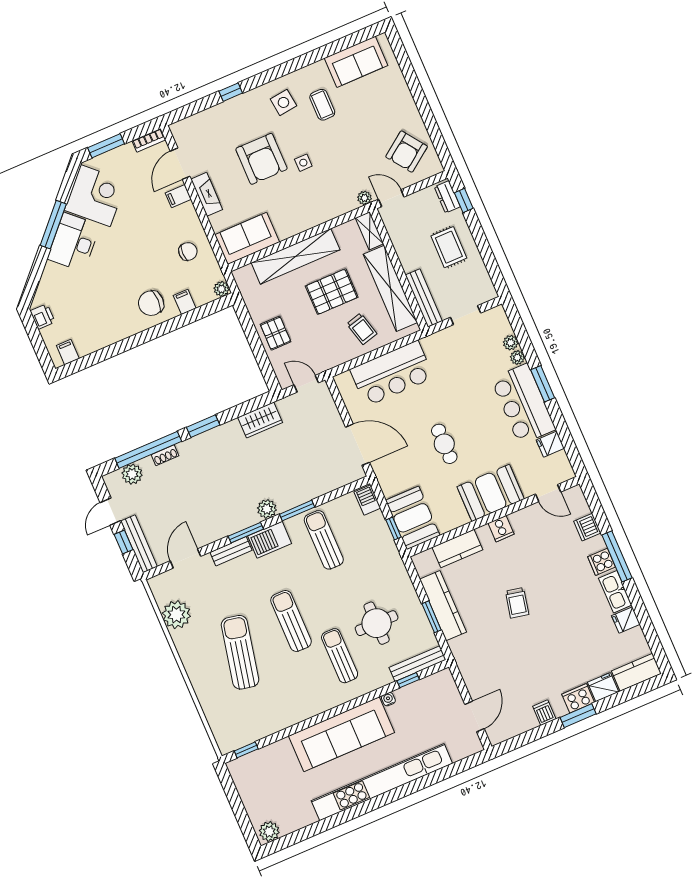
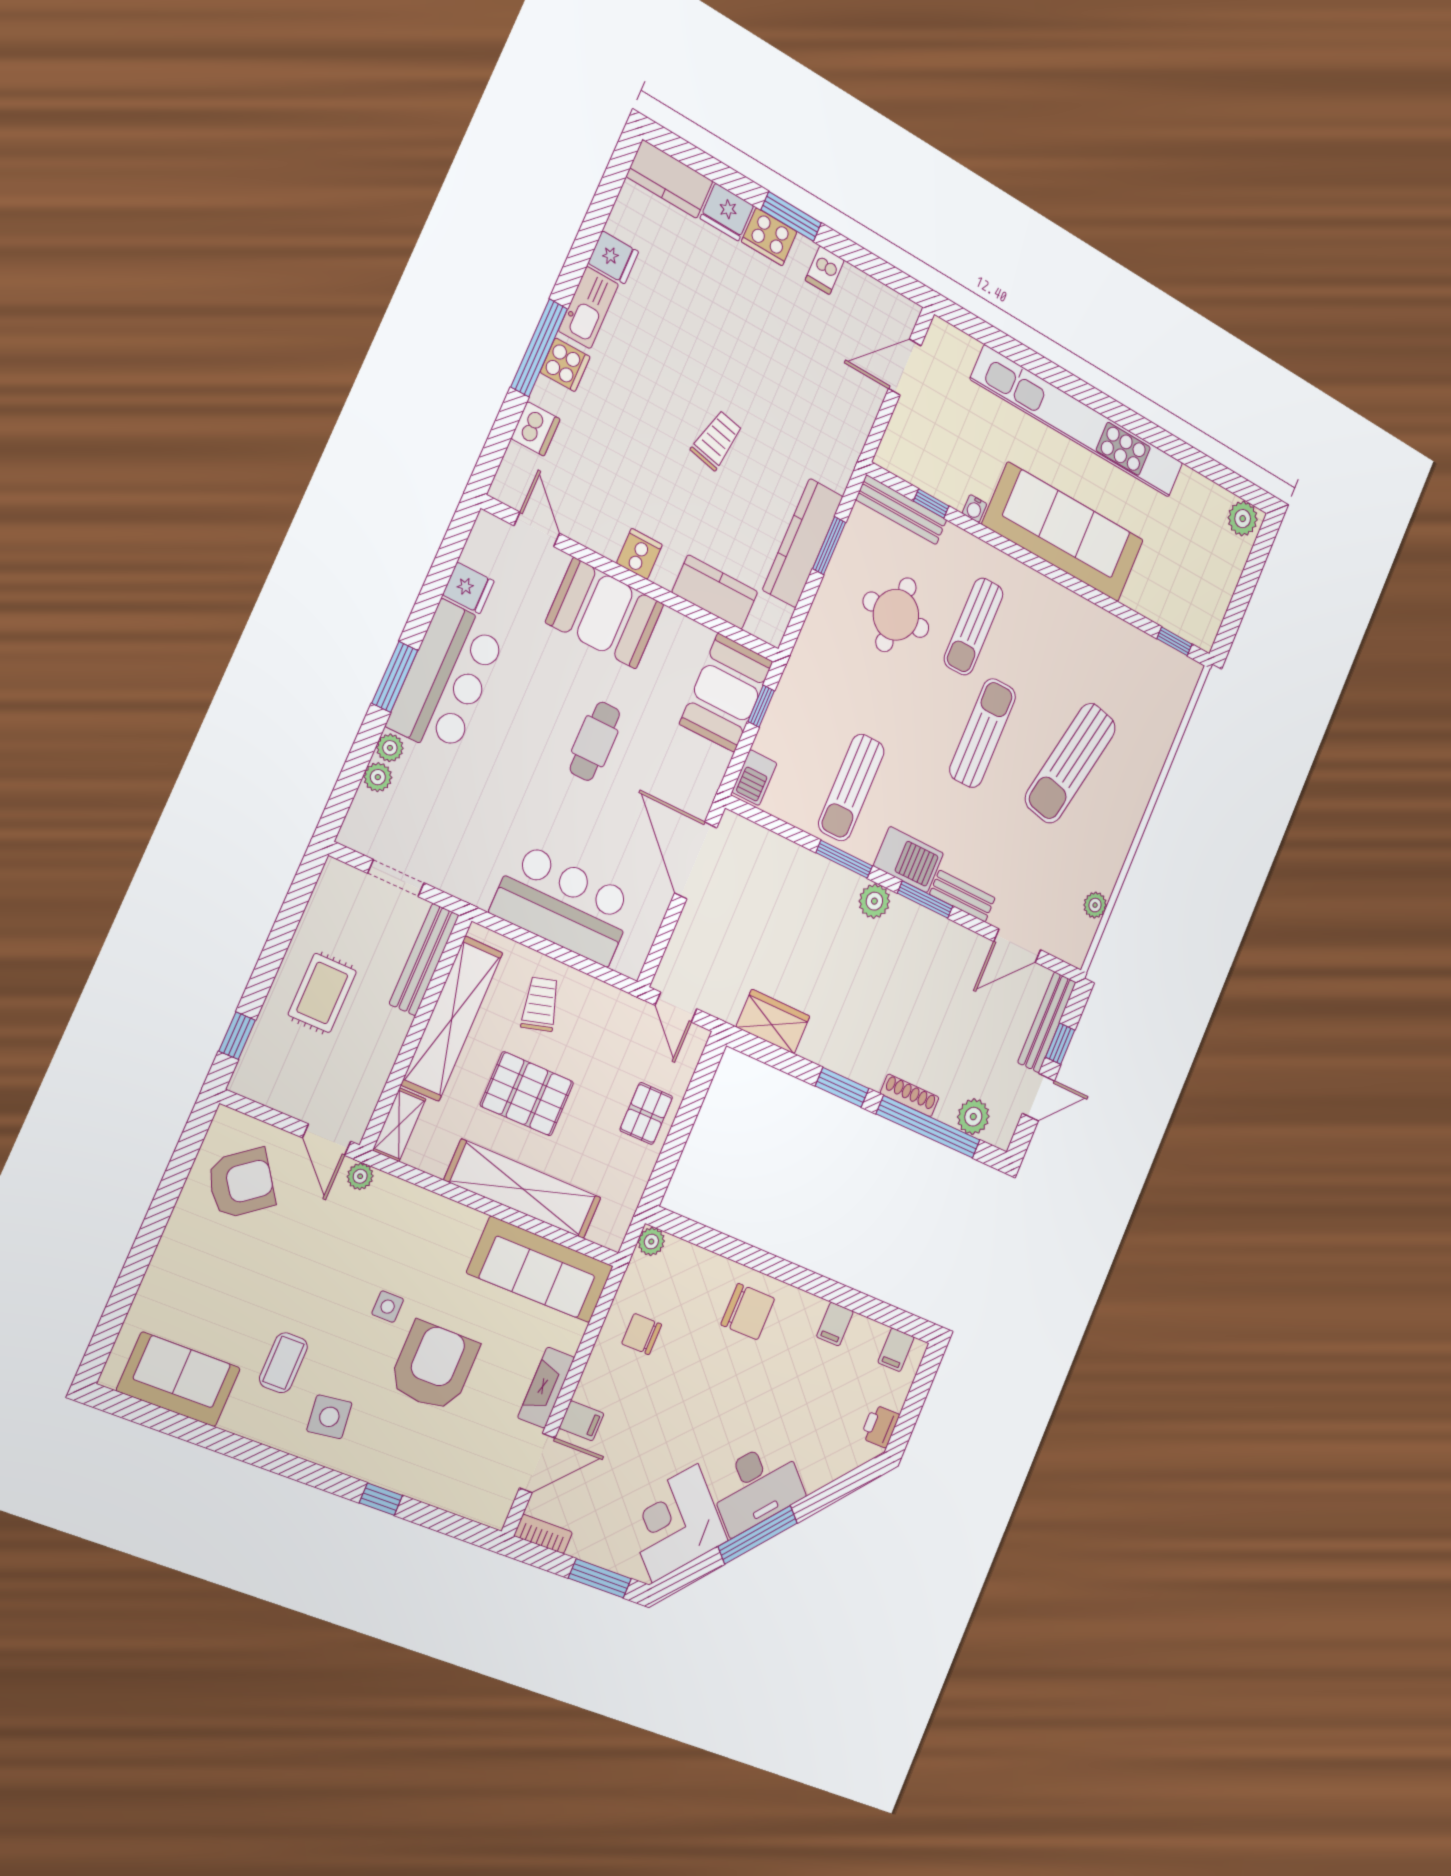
dresser: (447, 197) -> (253, 1064), removed
sofa: (247, 238) -> (540, 1270), width x1.36
filing cabinet: (185, 302) -> (835, 1324), moved
shoe rack: (165, 455) -> (910, 1095), width x1.43
plant: (176, 615) -> (1095, 905), width x0.53, depth x0.53
sun lounger: (291, 621) -> (983, 733), turned 180

